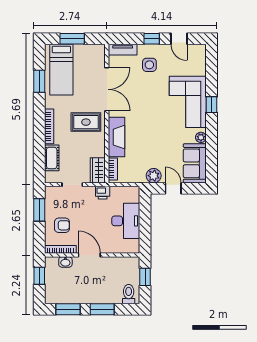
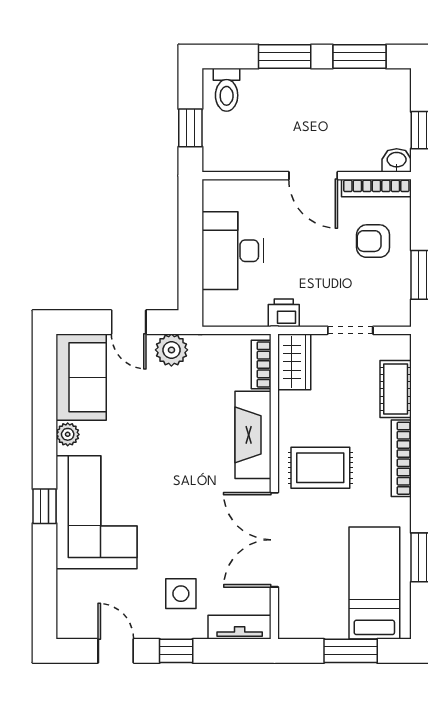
washbasin: (65, 262) -> (397, 160), moved

